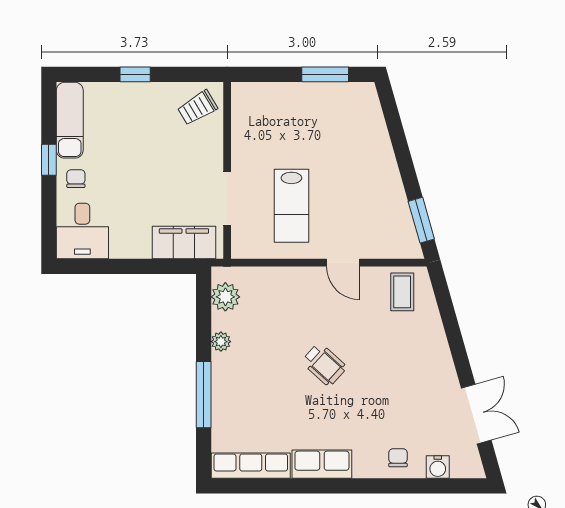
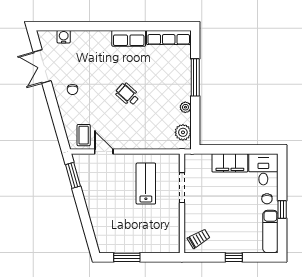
filing cabinet: (184, 243) -> (230, 163), moved
door: (343, 263) -> (104, 152), moved
chair: (398, 458) -> (73, 89), moved

